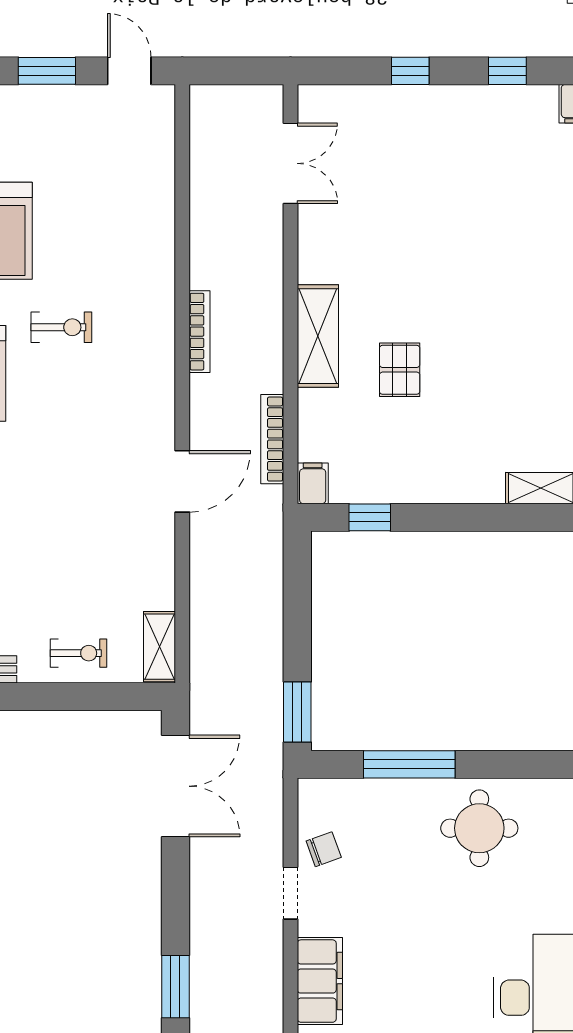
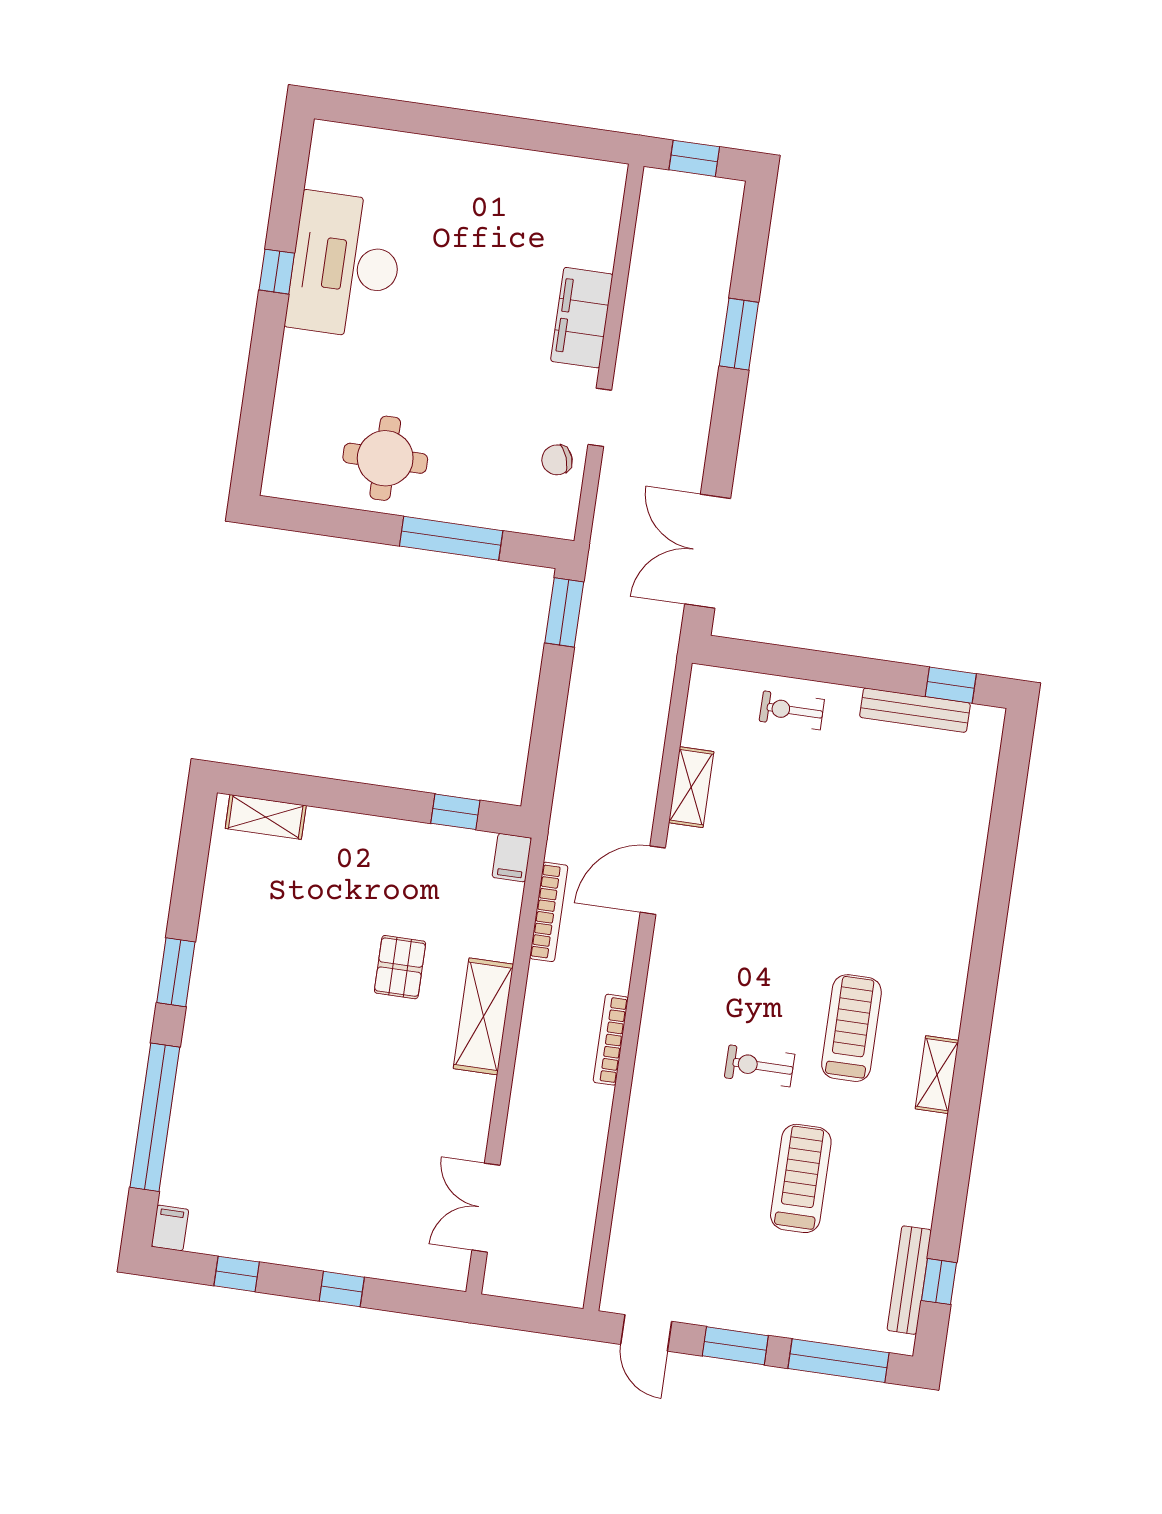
shelving: (160, 647) -> (691, 787), moved

